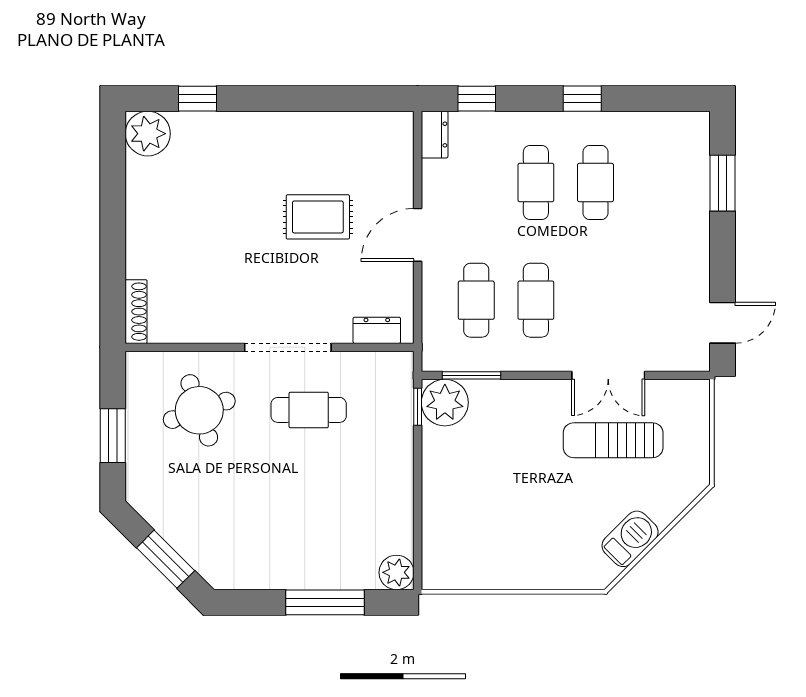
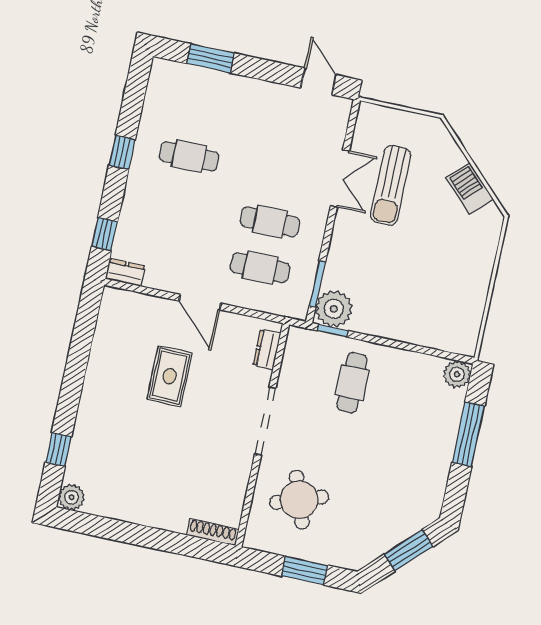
plant: (148, 134) -> (71, 497), width x0.73, depth x0.73
cafe table: (536, 182) -> (179, 202), removed
cafe table: (309, 410) -> (352, 383), moved

